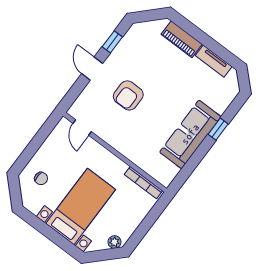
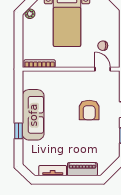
armchair: (128, 95) -> (89, 110), turned 180
chair: (41, 178) -> (103, 46), moved

